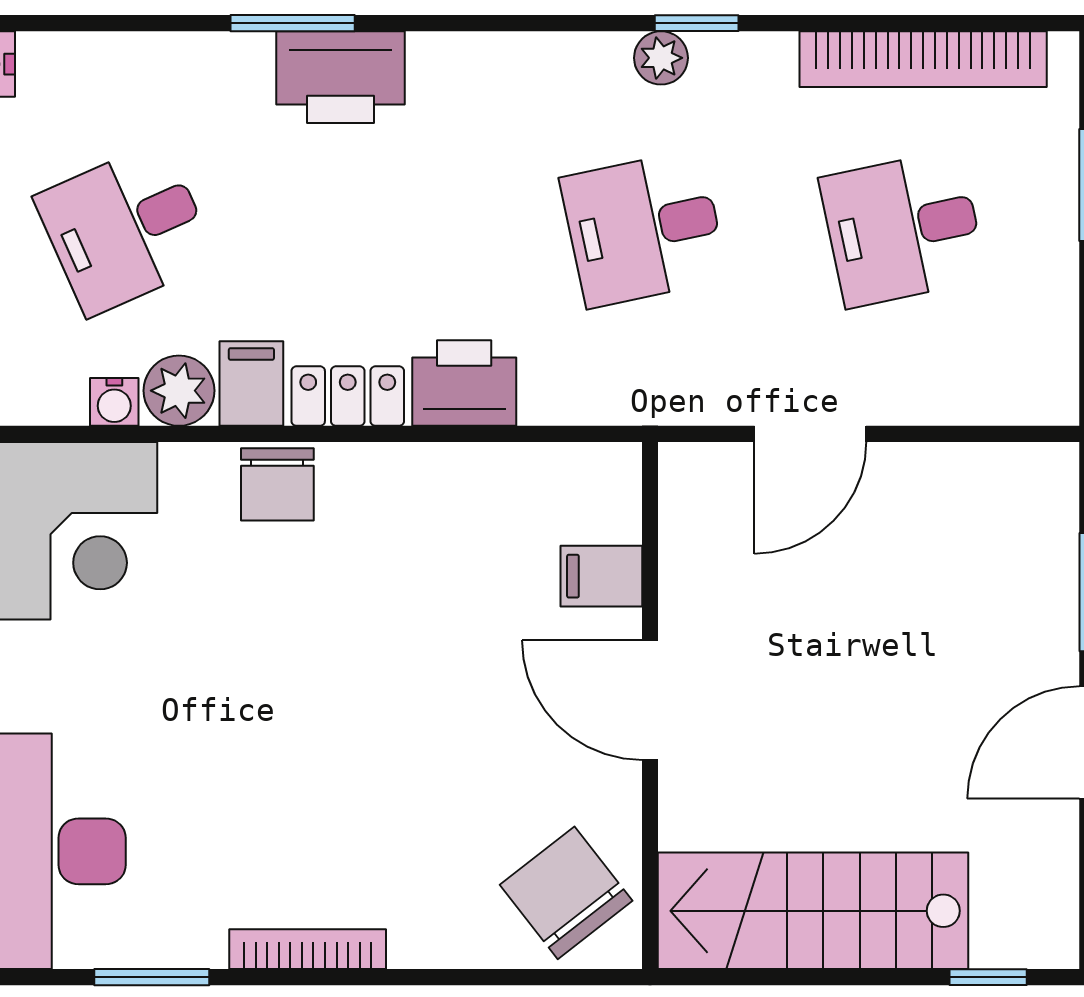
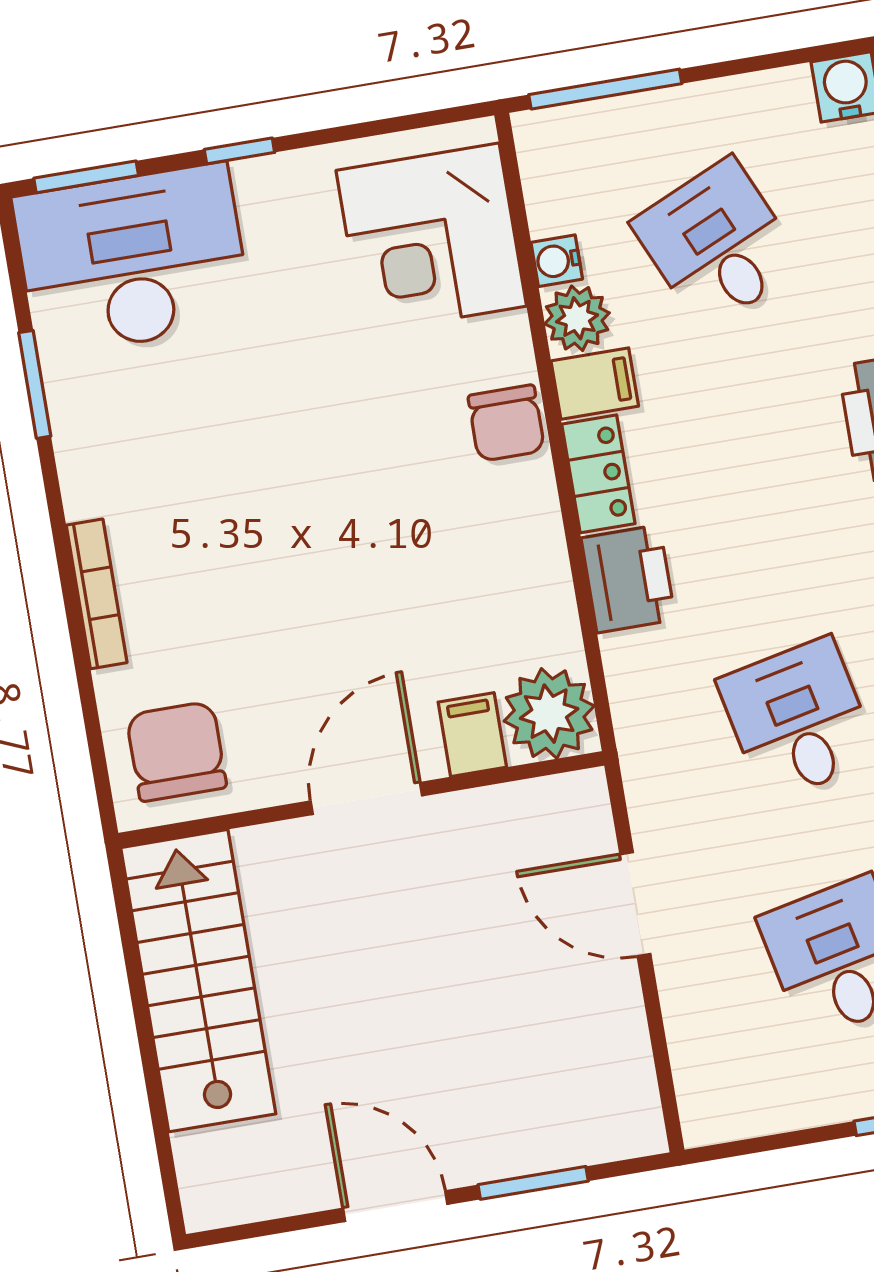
chair: (277, 484) -> (506, 423), turned -90
plant: (593, 491) -> (549, 714), added
chair: (566, 893) -> (176, 751), turned -52
bookcase: (308, 949) -> (97, 594), moved
window: (988, 977) -> (165, 1152), removed

